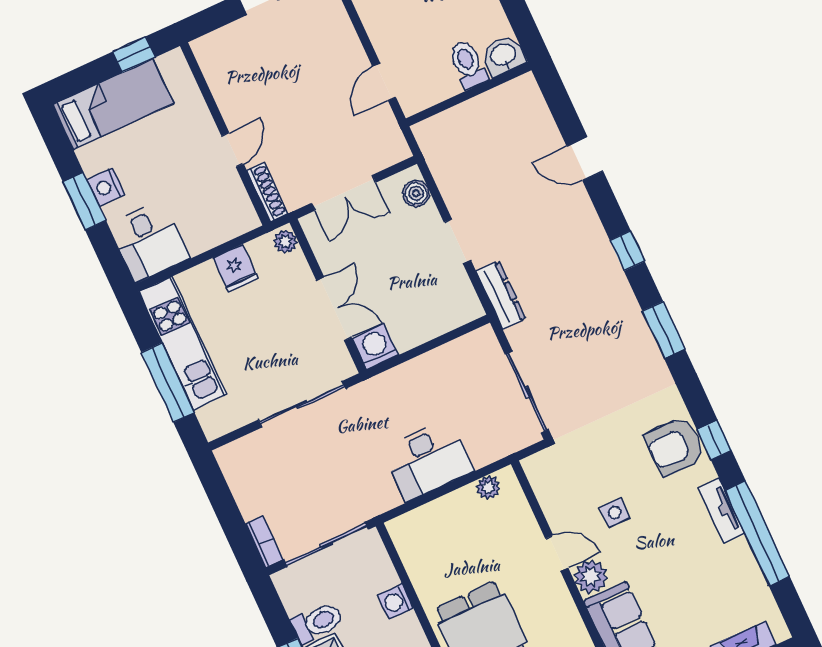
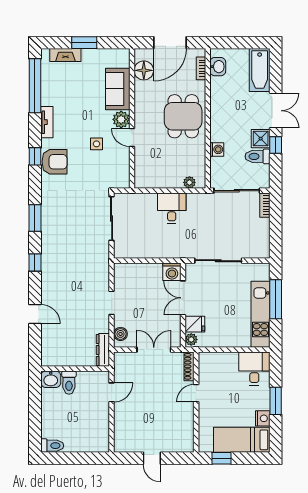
nightstand: (106, 187) -> (263, 418), moved
fridge: (235, 268) -> (195, 324), moved, turned 90
dresser: (501, 295) -> (103, 350), moved
desk: (428, 460) -> (172, 208), width x0.73
plant: (488, 488) -> (189, 182), moved
window: (757, 533) -> (35, 86), moved

